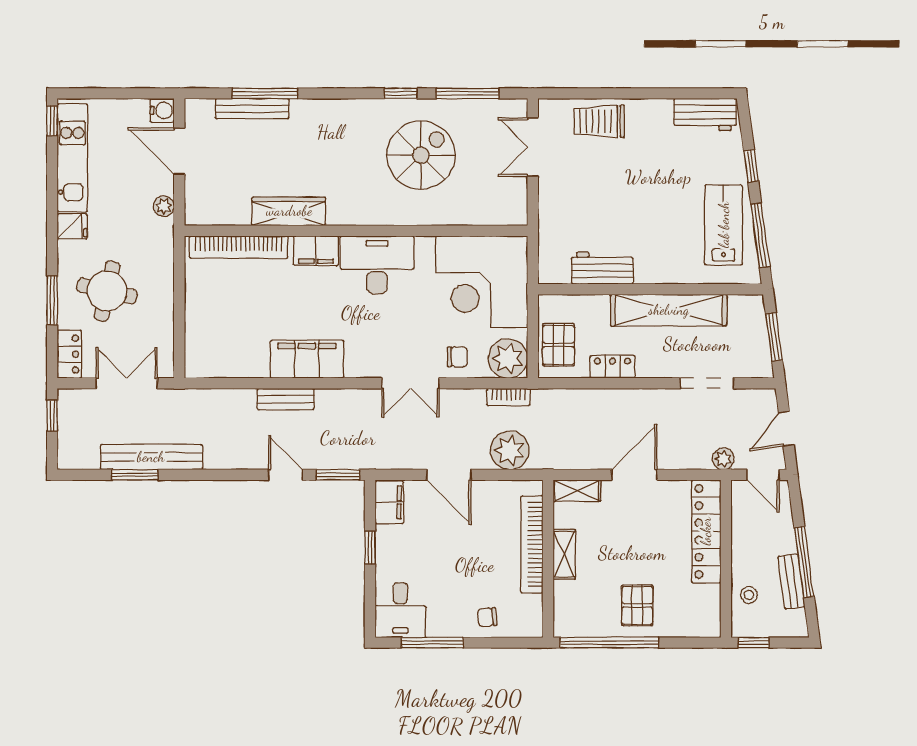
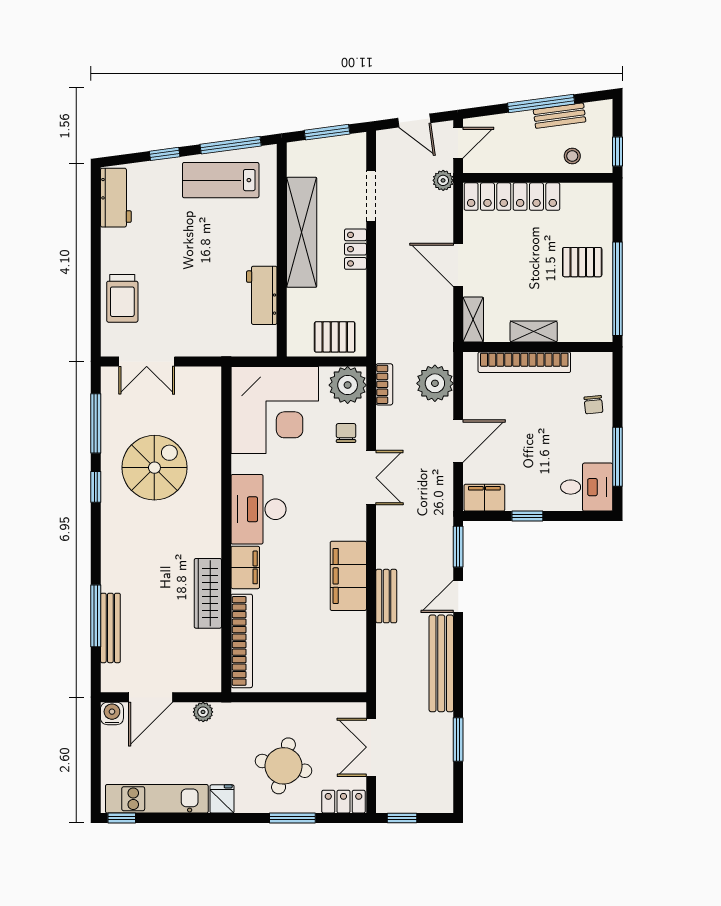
spiral stairs: (421, 155) -> (154, 468), turned 90
locker: (613, 367) -> (355, 249), moved
bench: (151, 457) -> (441, 663), moved

